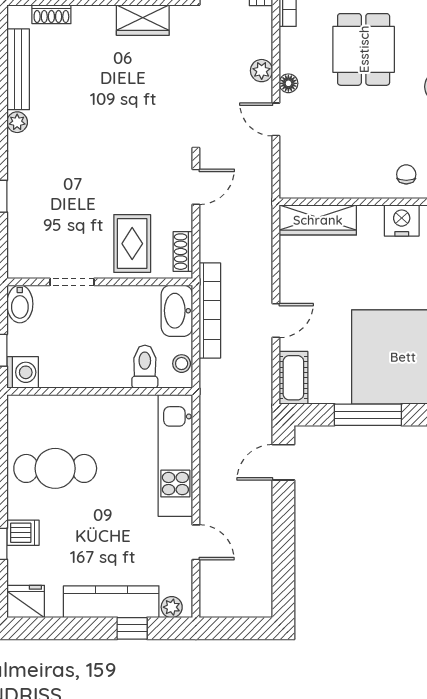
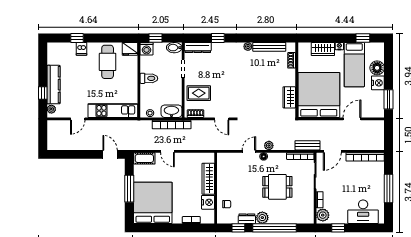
wardrobe: (318, 220) -> (208, 179), moved
dresser: (20, 246) -> (198, 47), added
toilet: (145, 367) -> (149, 78), moved
fridge: (26, 601) -> (130, 49), moved, turned 90

